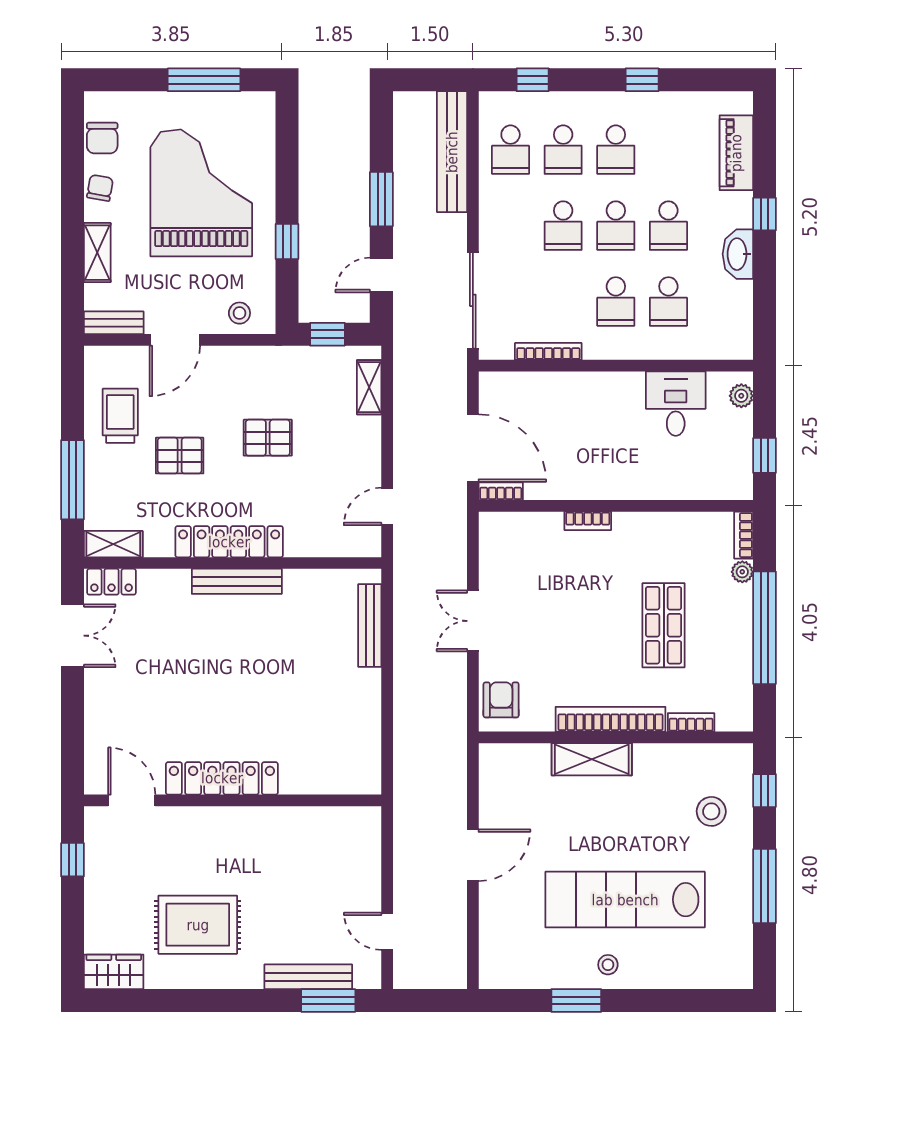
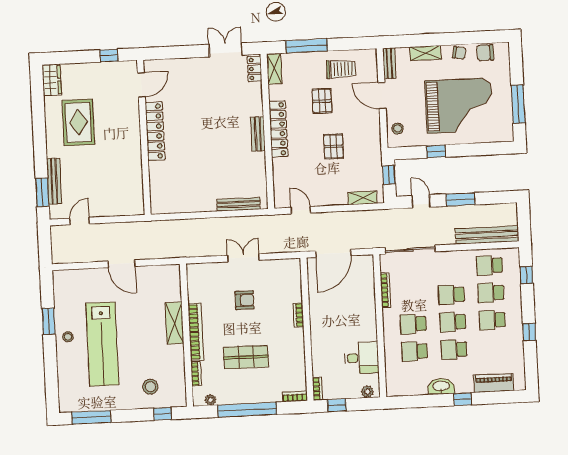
bookcase: (501, 491) -> (317, 389), moved
plant: (742, 572) -> (210, 400), moved
bench: (237, 581) -> (258, 134), width x0.73
double door: (72, 636) -> (225, 50), swing flipped
armchair: (501, 700) -> (245, 300), moved
window: (765, 886) -> (91, 417), moved
lab bench: (625, 900) -> (102, 344), turned 180

